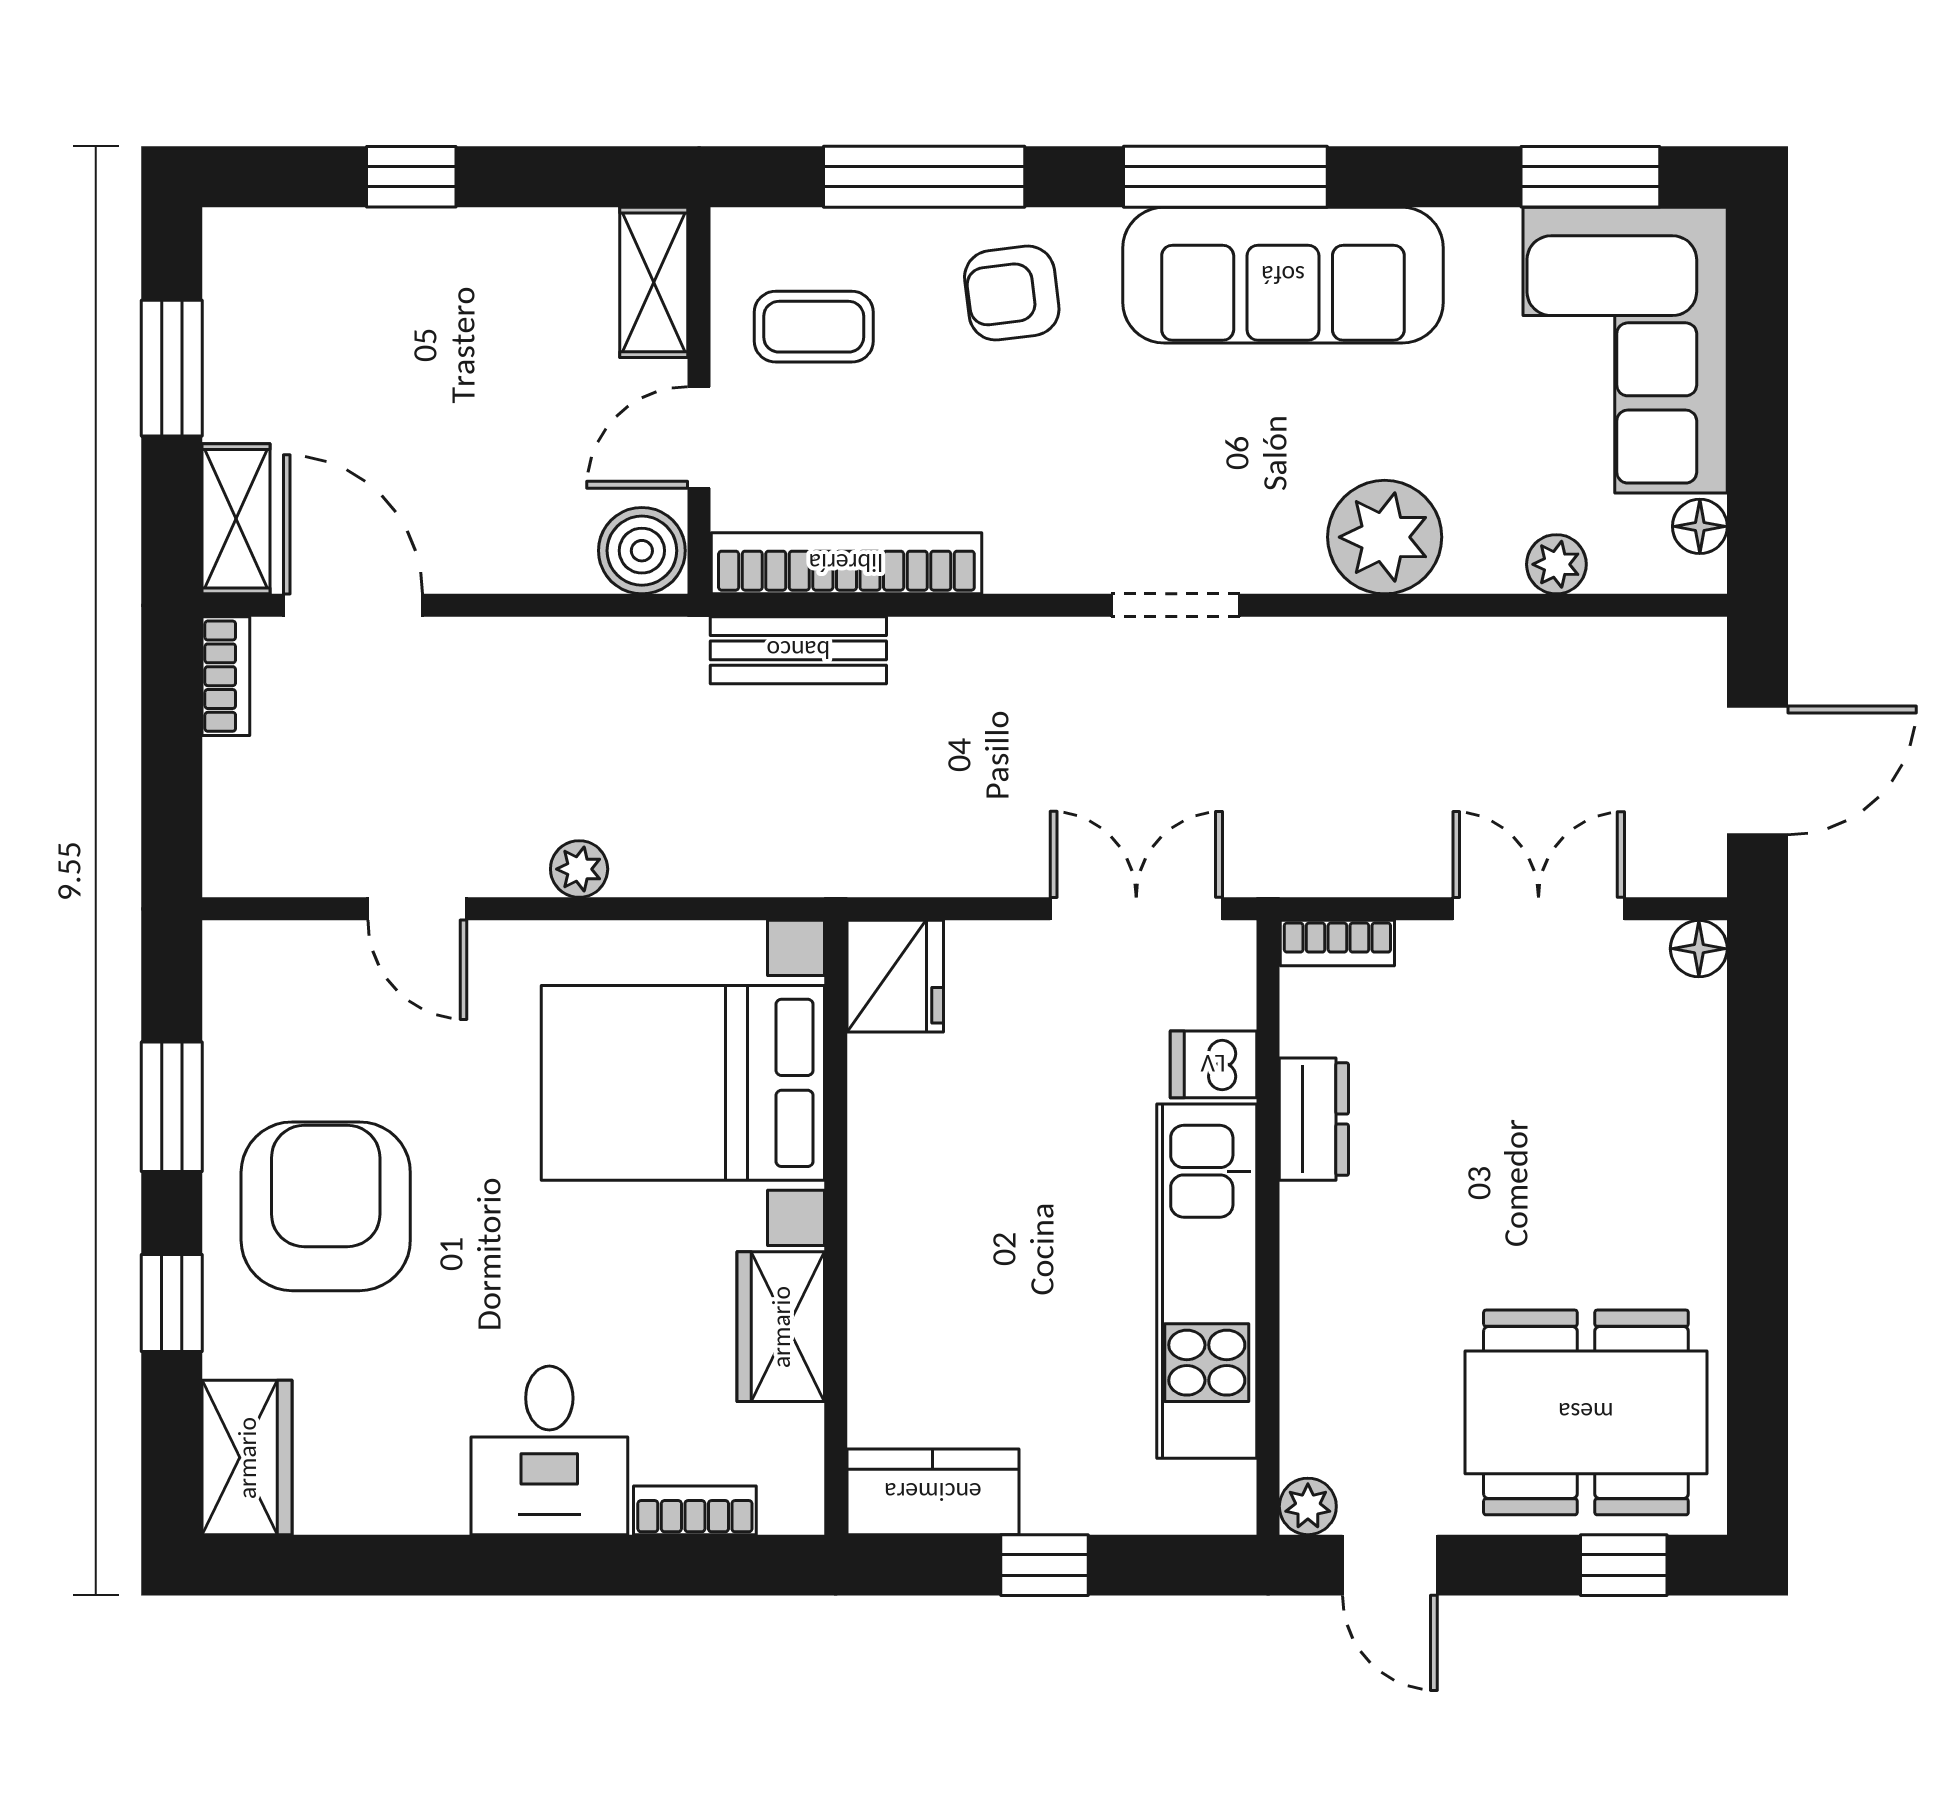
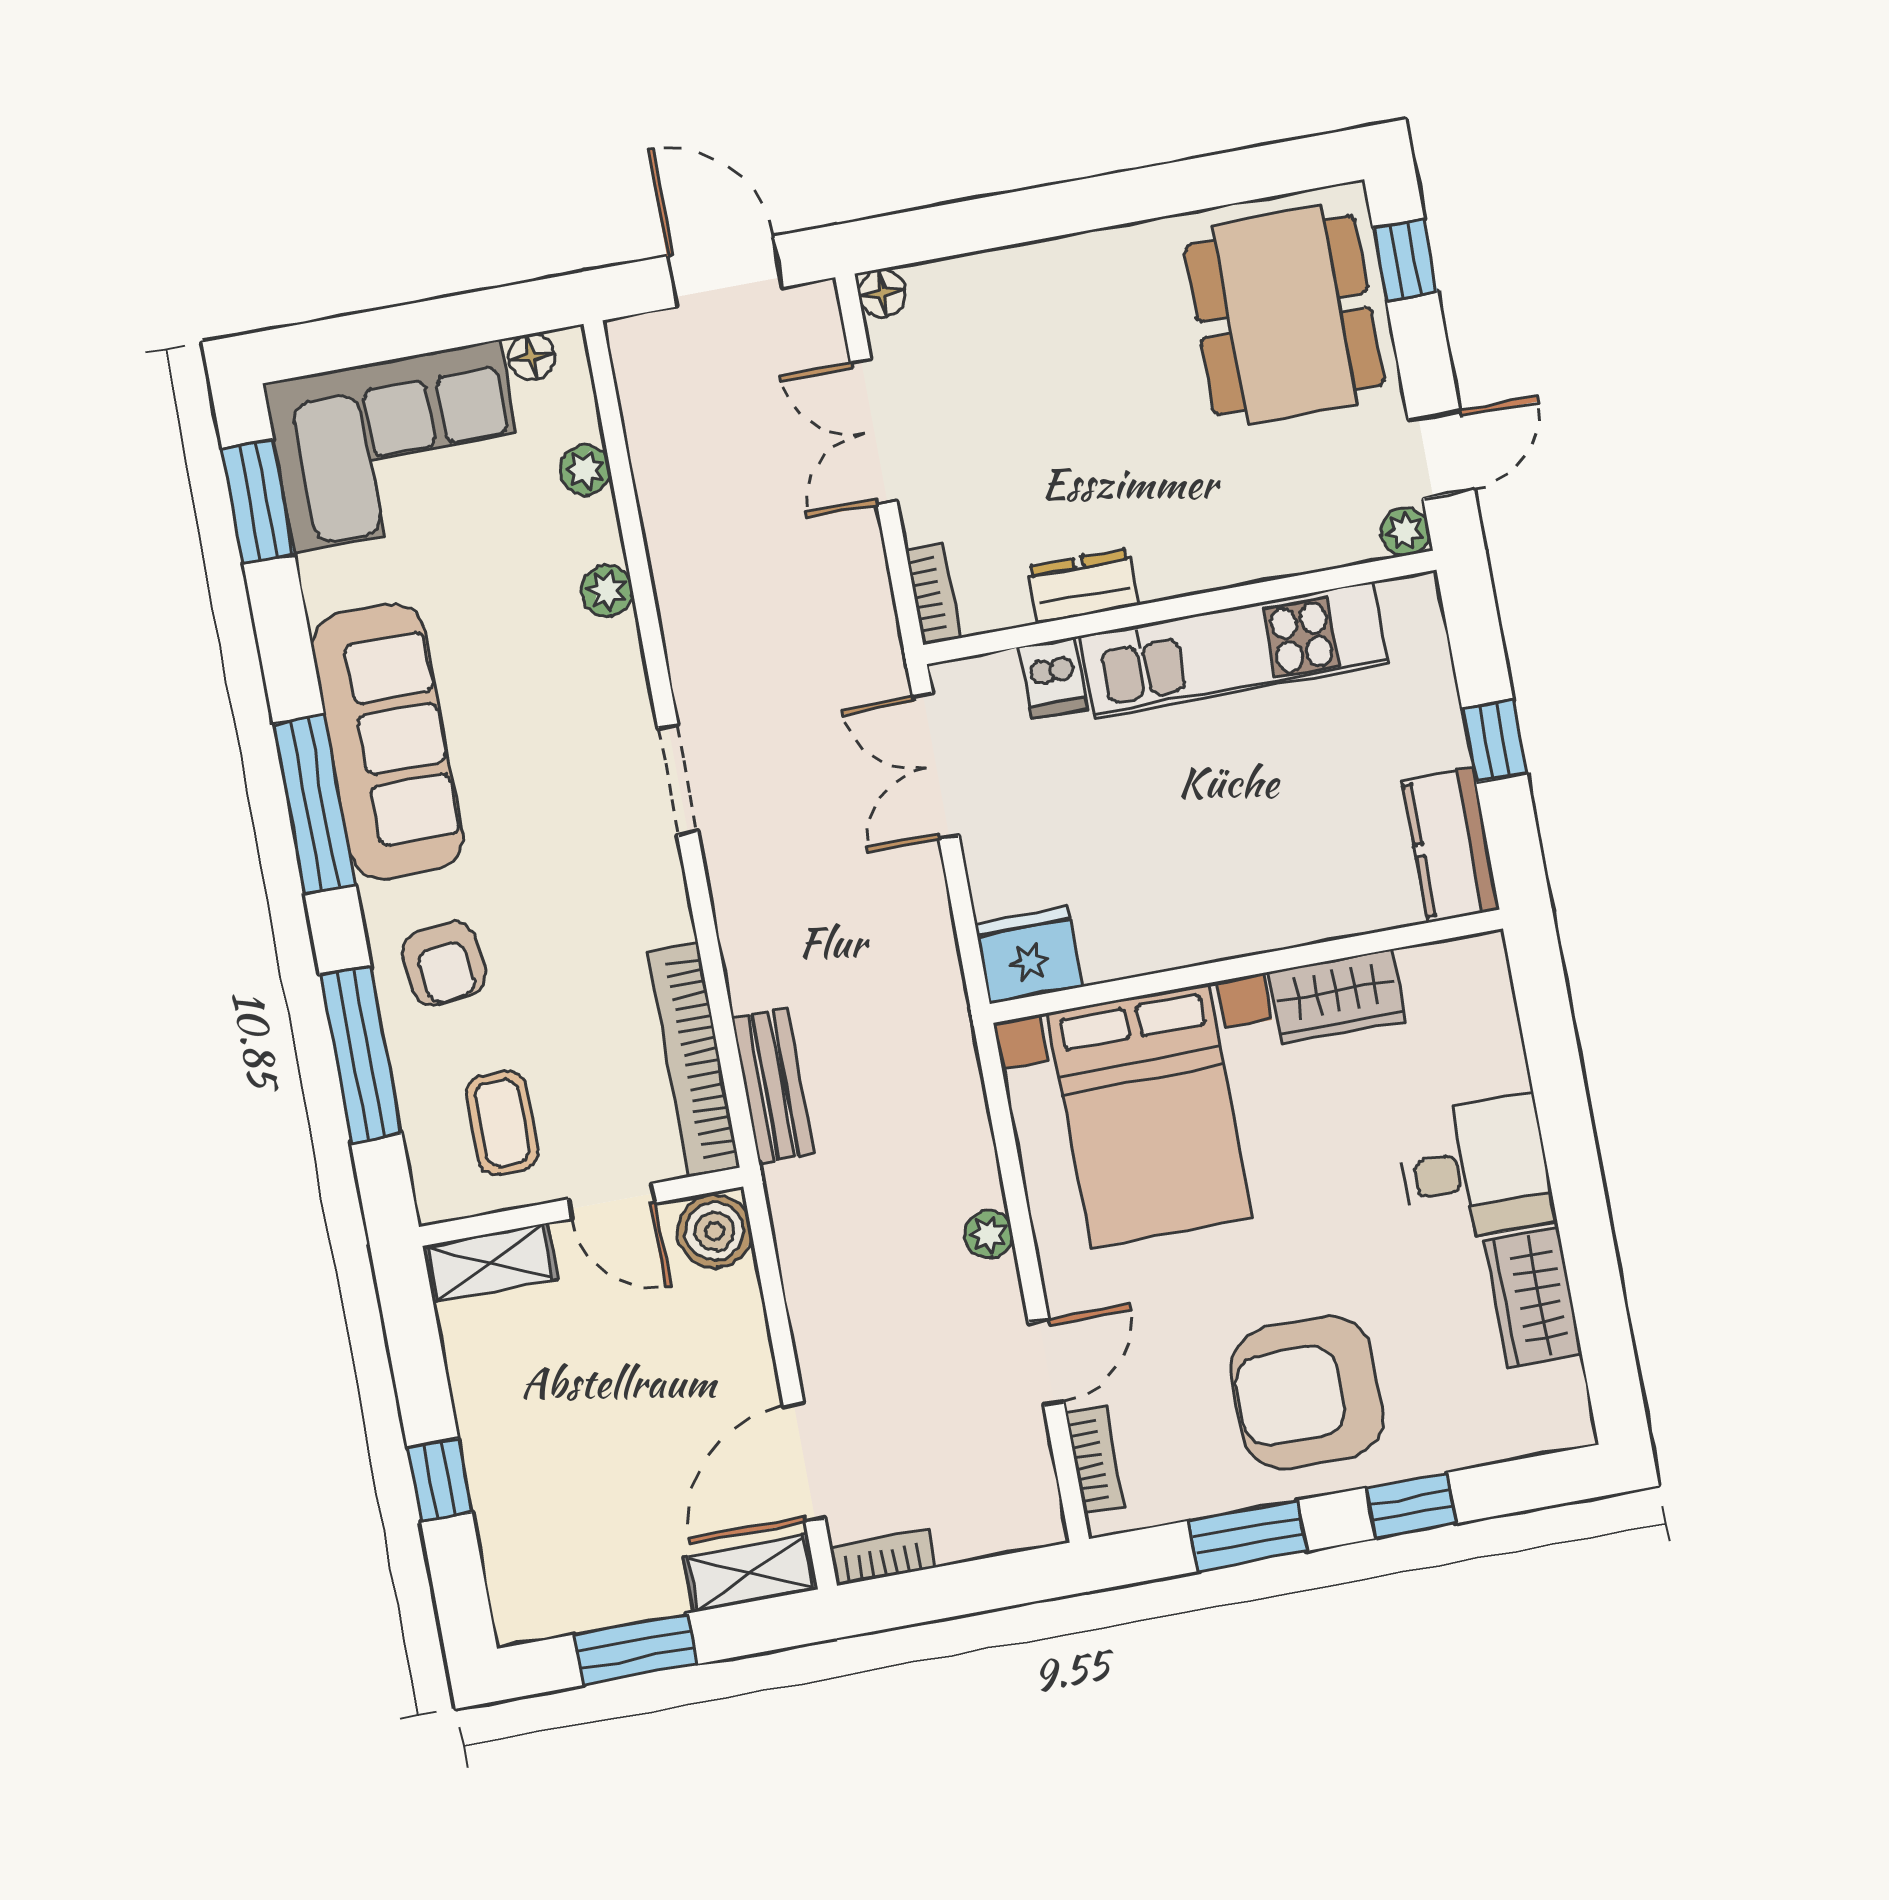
plant: (1385, 537) -> (607, 591), width x0.53, depth x0.53
wardrobe: (247, 1458) -> (1533, 1298), moved, turned -90
bookcase: (695, 1510) -> (1095, 1460), moved, turned 180

